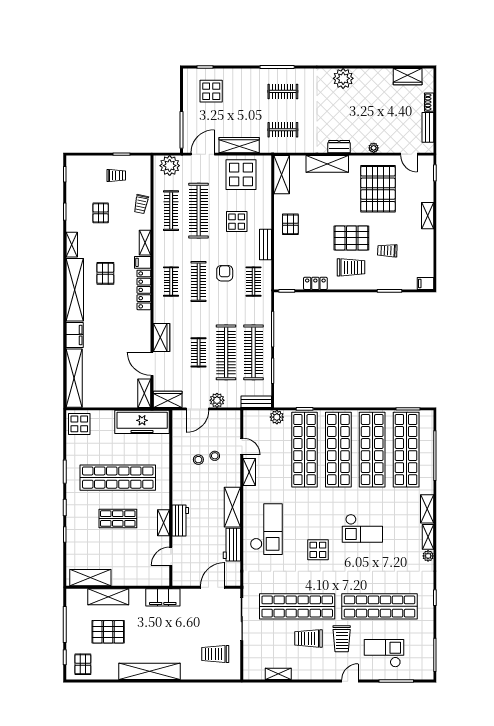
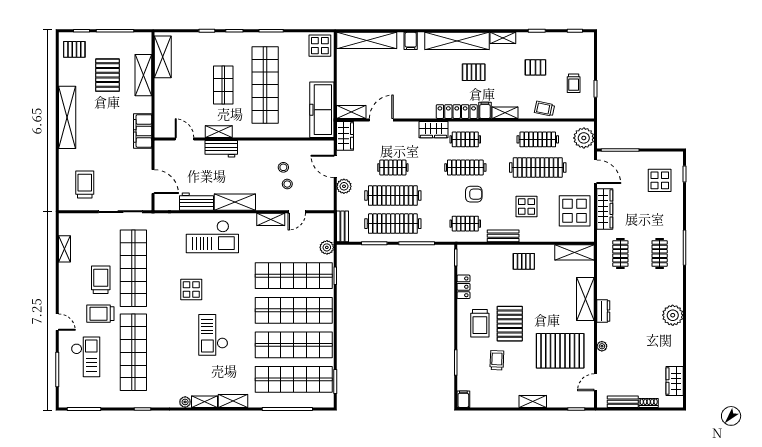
filing cabinet: (75, 335) -> (411, 41), width x0.50
wardrobe: (161, 338) -> (433, 130), moved

